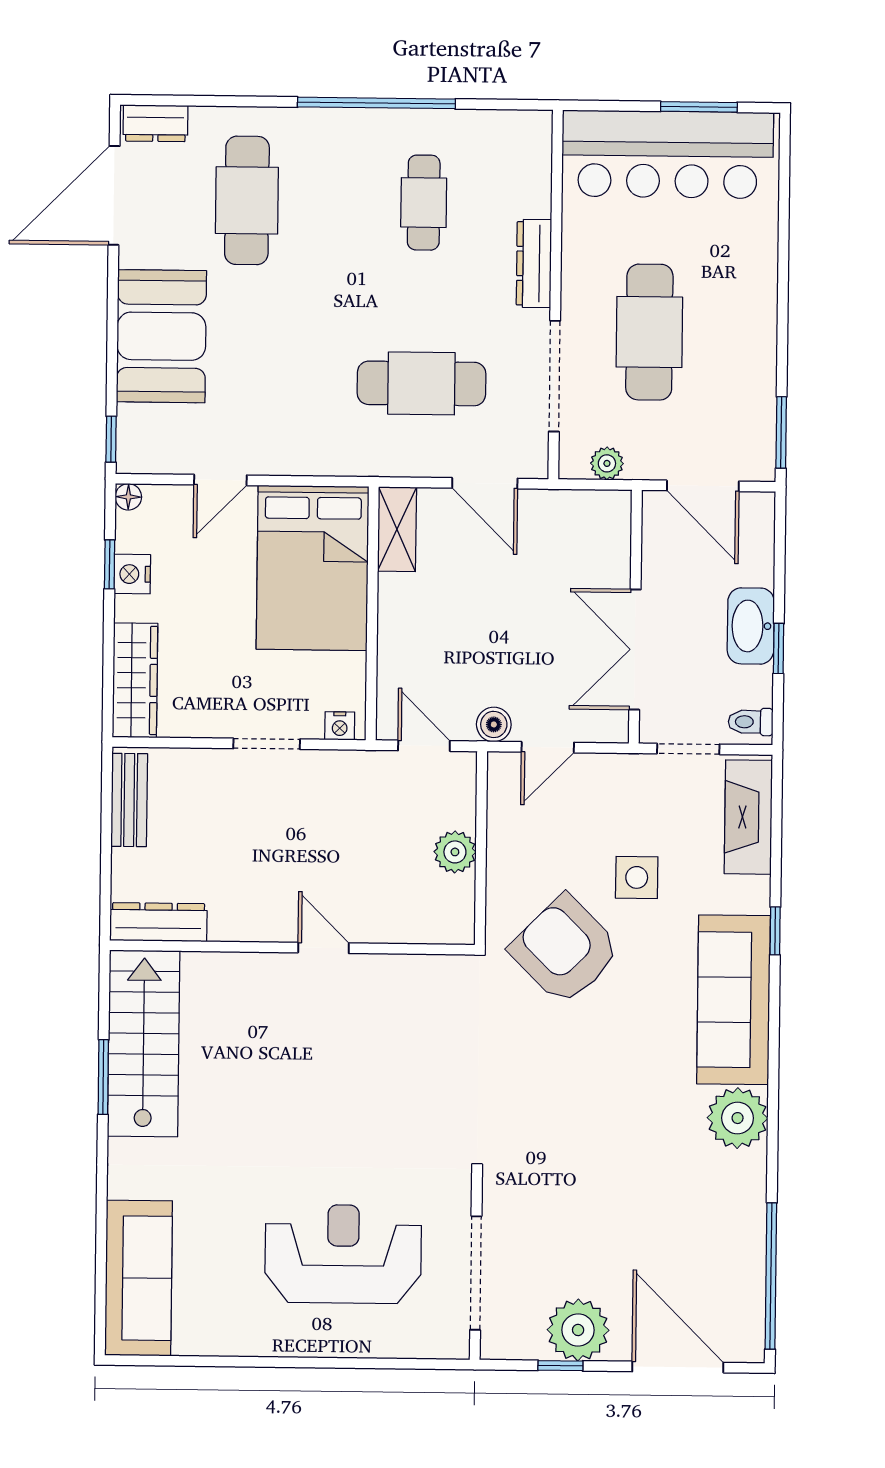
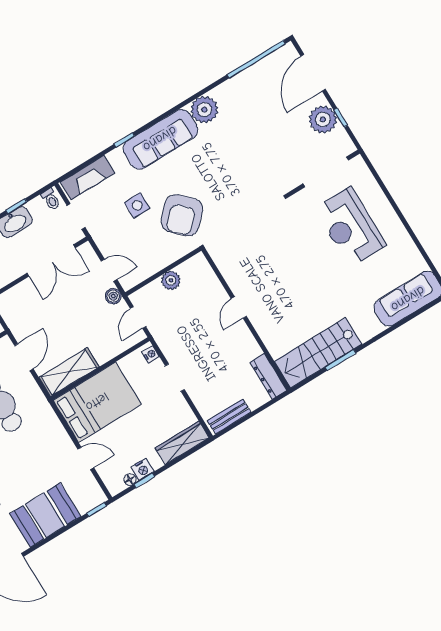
floor lamp: (128, 497) -> (130, 480), moved
shelving: (397, 529) -> (69, 372), width x1.50, depth x1.33

